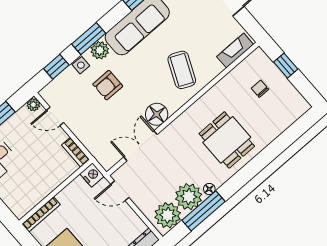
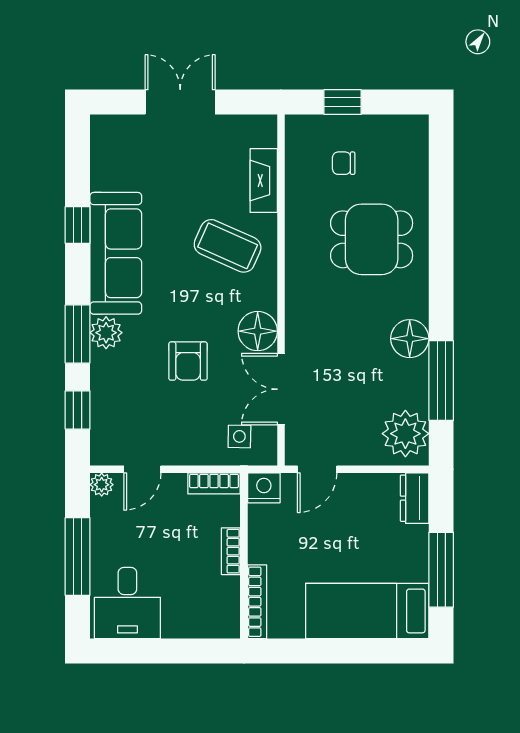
fireplace: (235, 51) -> (264, 181), moved
side table: (81, 65) -> (239, 436), moved
armchair: (108, 85) -> (188, 361), moved
dining table: (227, 140) -> (372, 239), moved
bookcase: (53, 184) -> (231, 551), added
floor lamp: (209, 189) -> (410, 339), width x1.89, depth x1.89
plant: (189, 197) -> (405, 384), removed

